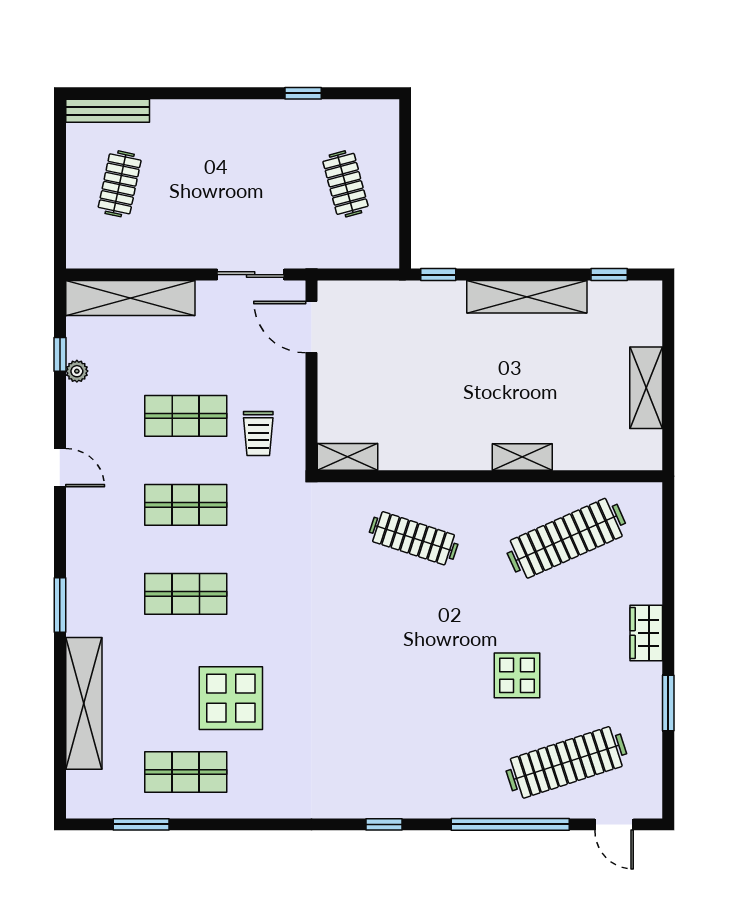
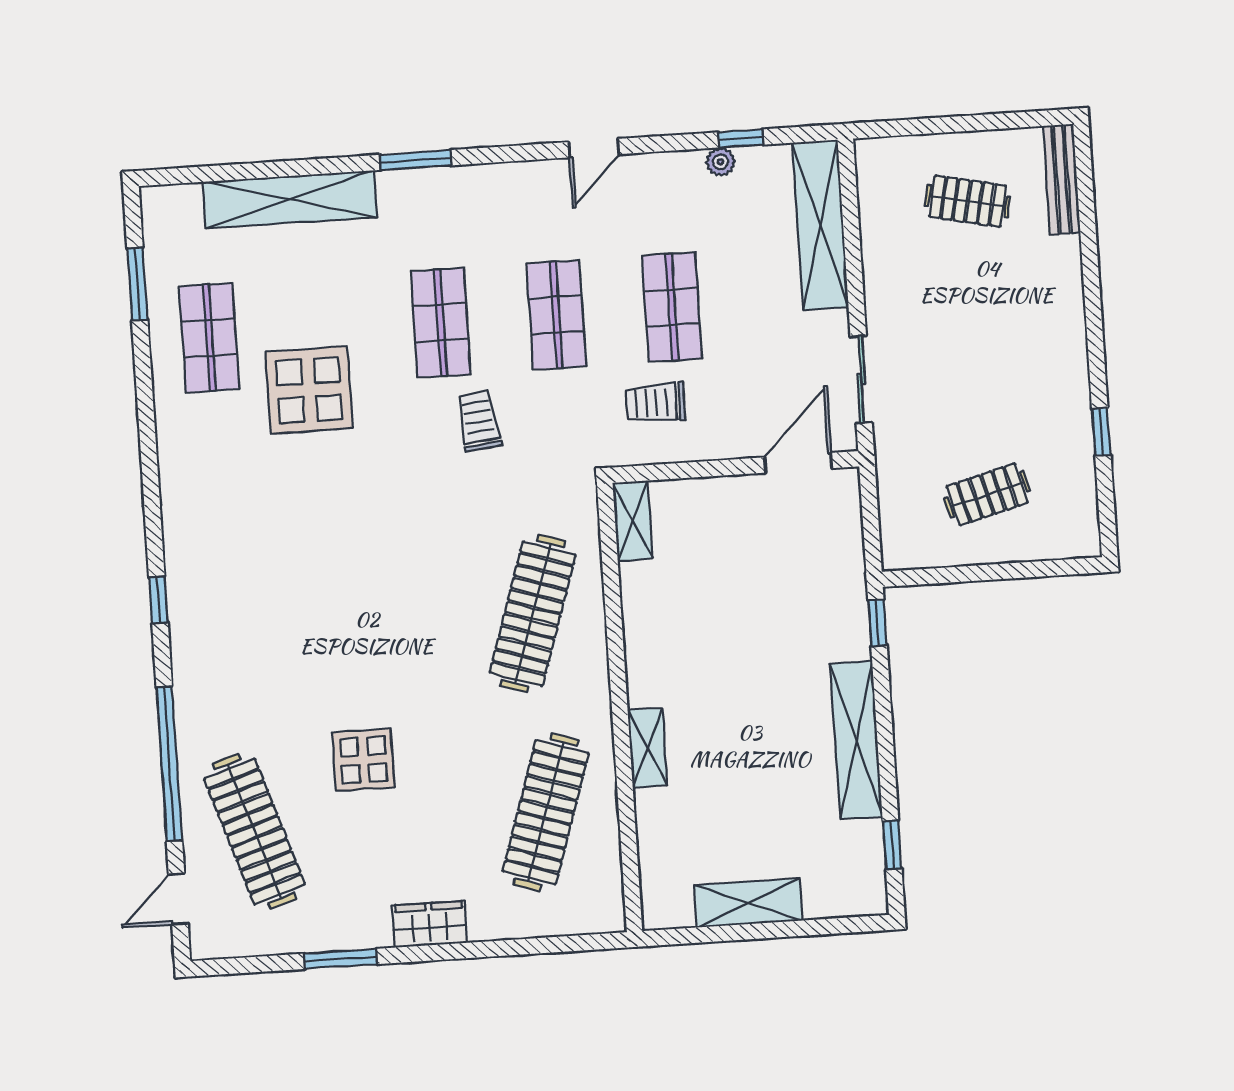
clothes rail: (414, 538) -> (533, 614), width x1.37, depth x1.31
clothes rail: (566, 538) -> (546, 812), turned 42
trolley: (263, 570) -> (479, 421), added

